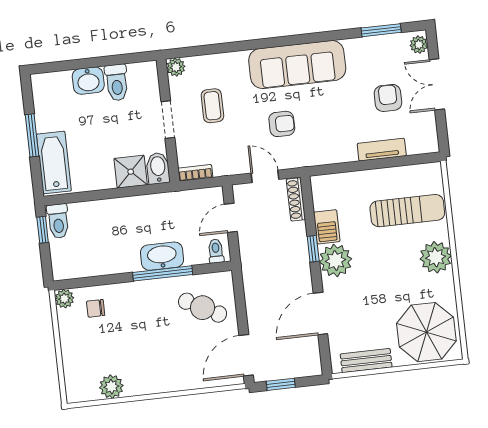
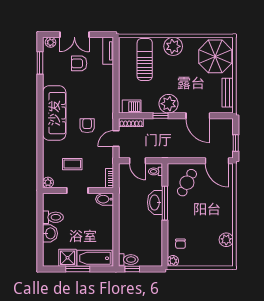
tv unit: (382, 150) -> (108, 51), moved
shower: (131, 172) -> (67, 258), moved
barbecue: (327, 227) -> (132, 107), moved

